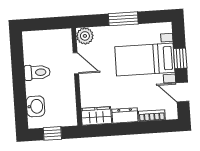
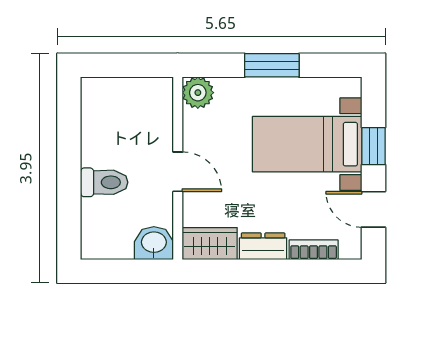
door: (76, 63) -> (178, 172), moved
toilet: (37, 72) -> (104, 182), moved
washbasin: (35, 106) -> (154, 243), moved, turned -90
window: (52, 133) -> (125, 271), removed

